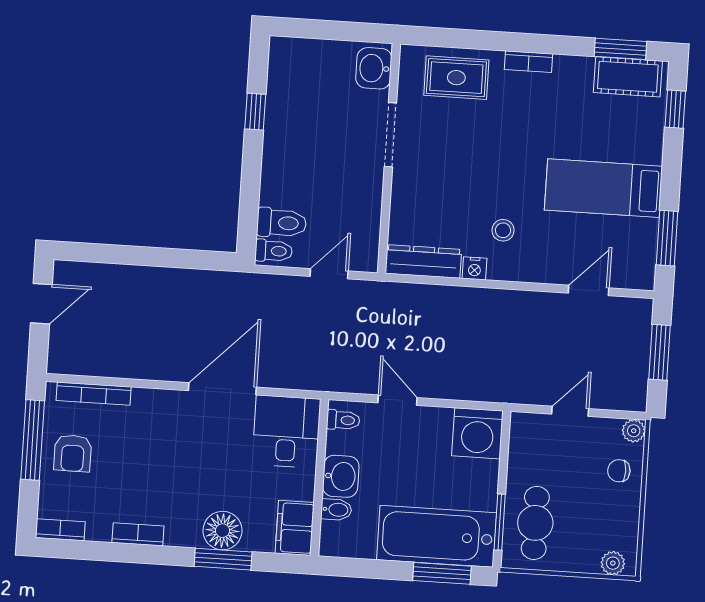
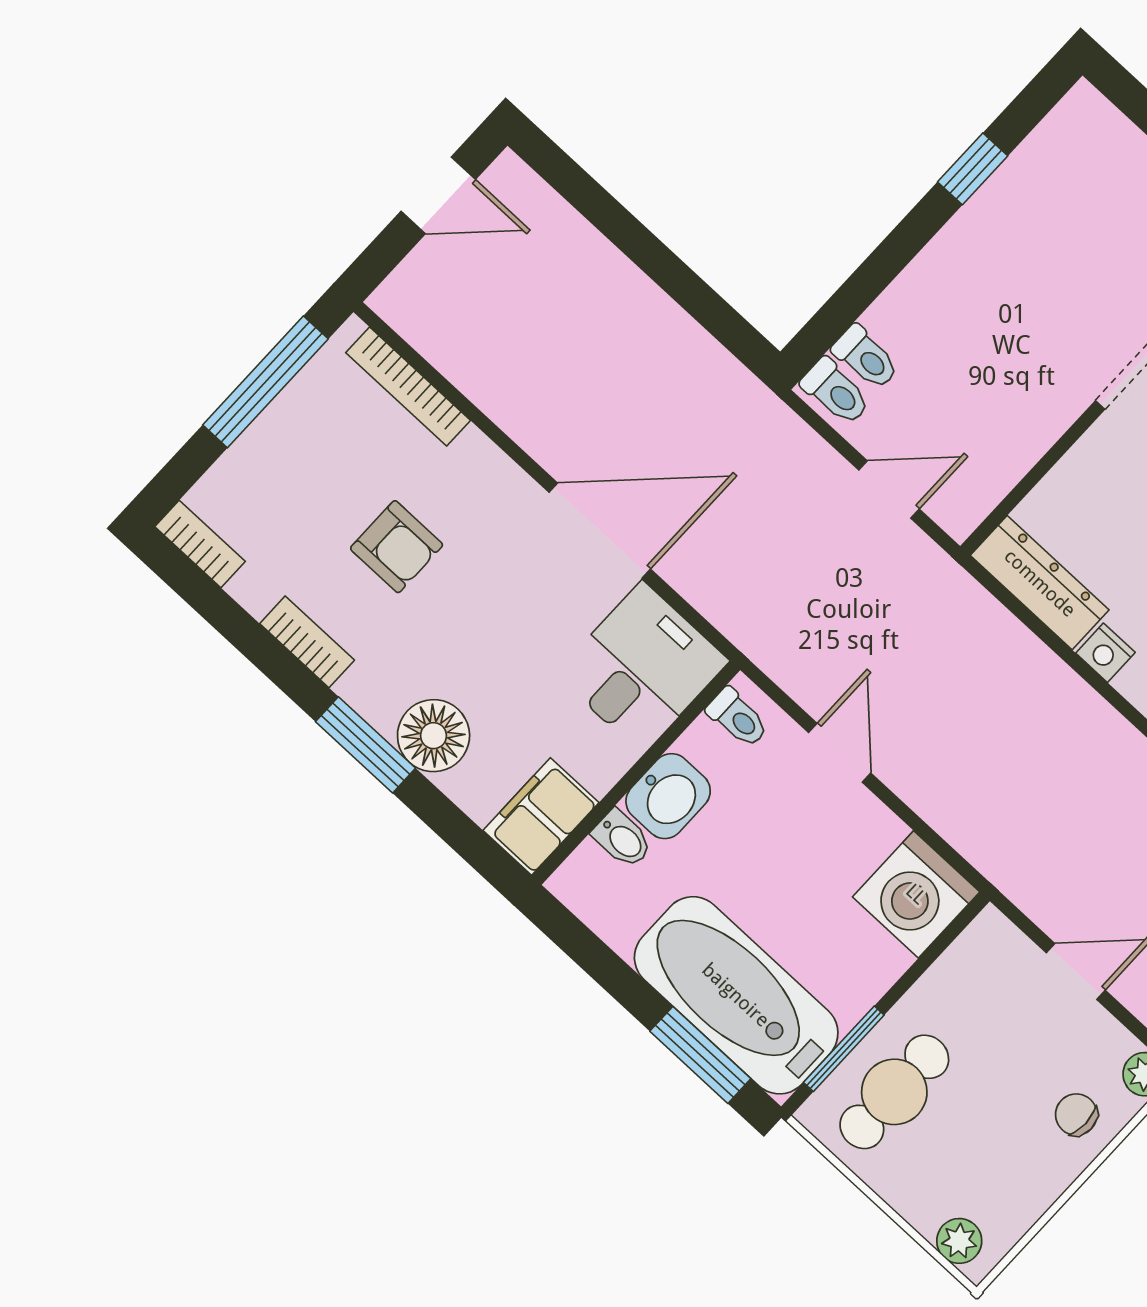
toilet: (282, 223) -> (866, 357), width x0.73, depth x0.72
armchair: (73, 453) -> (397, 547), moved, turned -90
window: (223, 559) -> (365, 745), moved

